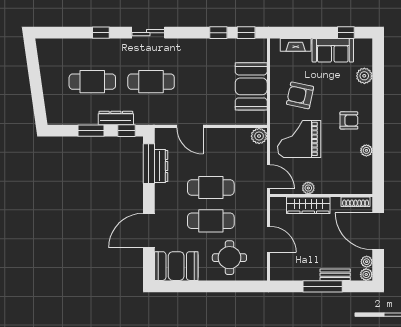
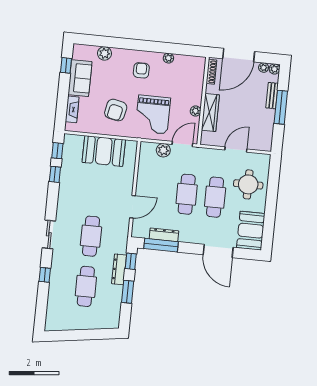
plant: (259, 136) -> (163, 150), moved

